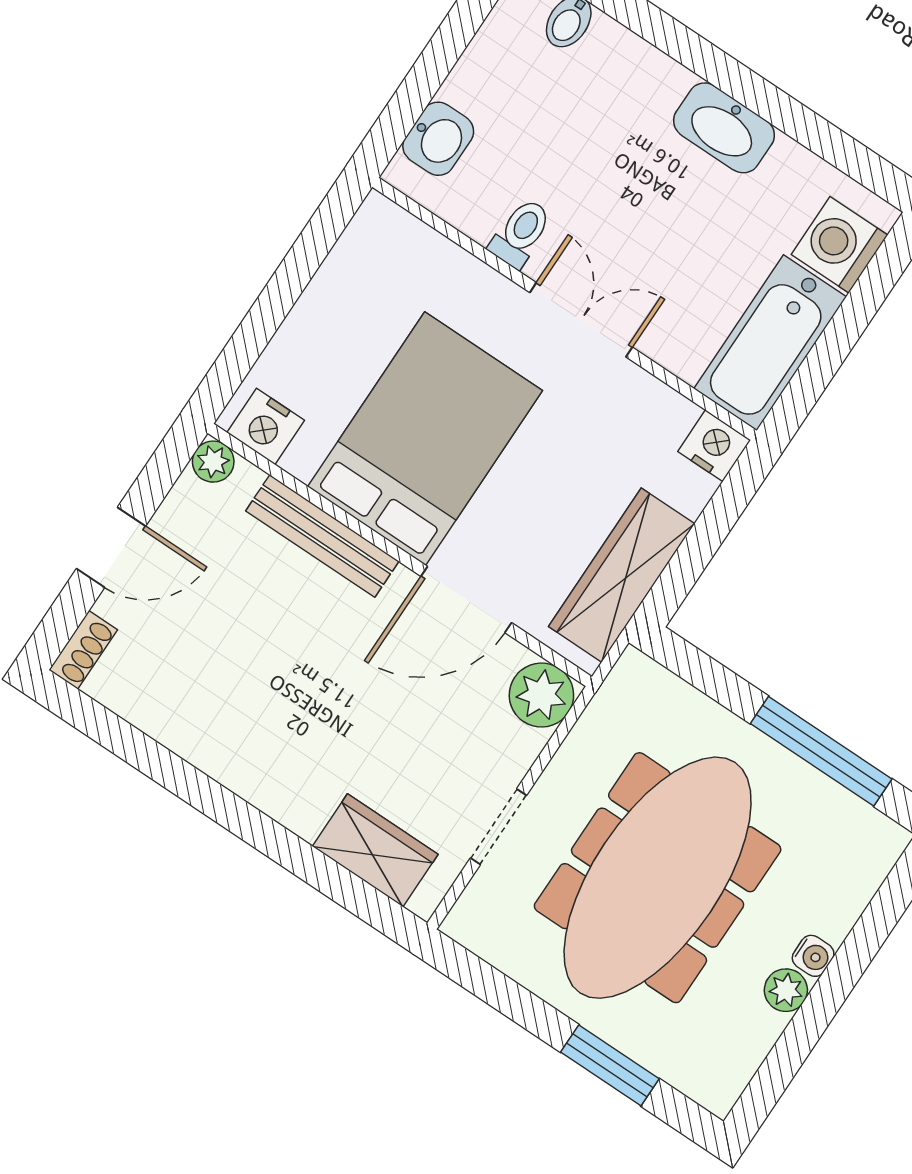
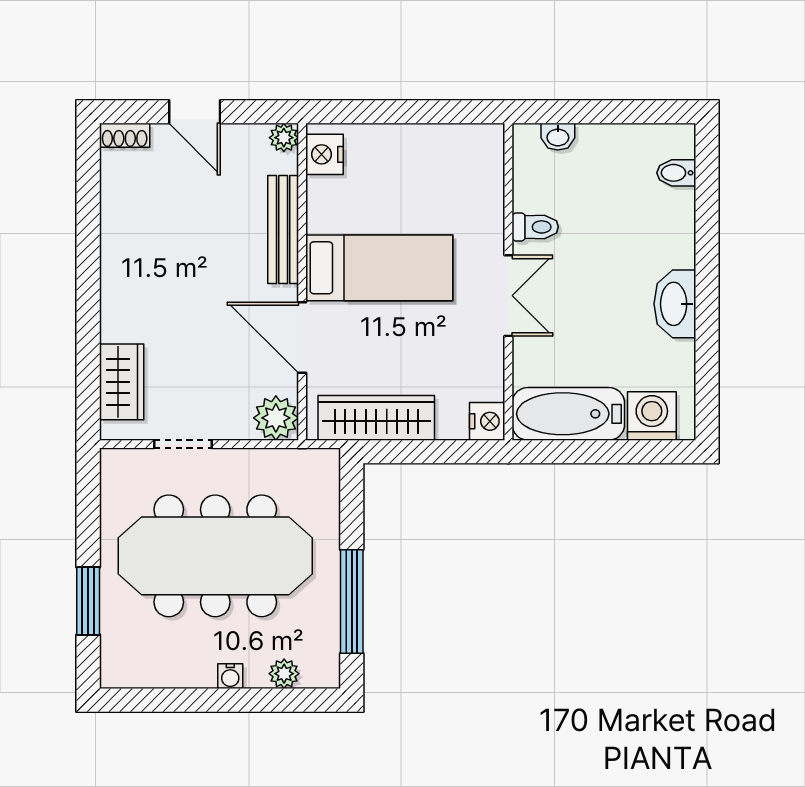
washbasin: (438, 139) -> (558, 137), width x0.72, depth x0.69
bed: (425, 439) -> (379, 268), width x0.67
plant: (786, 990) -> (284, 674), moved

